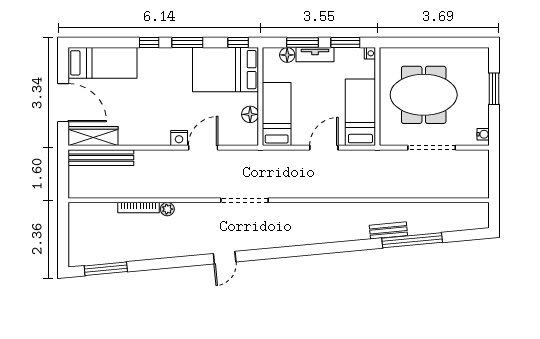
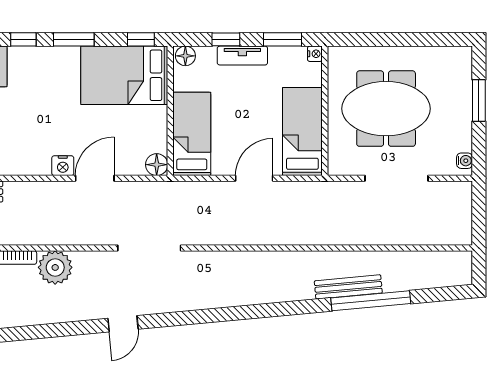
window: (302, 42) -> (226, 39), width x0.67
floor lamp: (287, 55) -> (185, 56), moved
floor lamp: (250, 114) -> (157, 165), moved
plant: (167, 209) -> (55, 267), width x1.87, depth x1.87
bench: (388, 230) -> (348, 287), width x1.36

